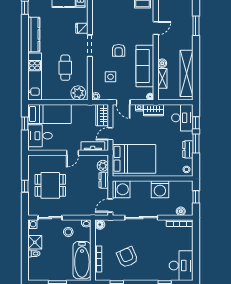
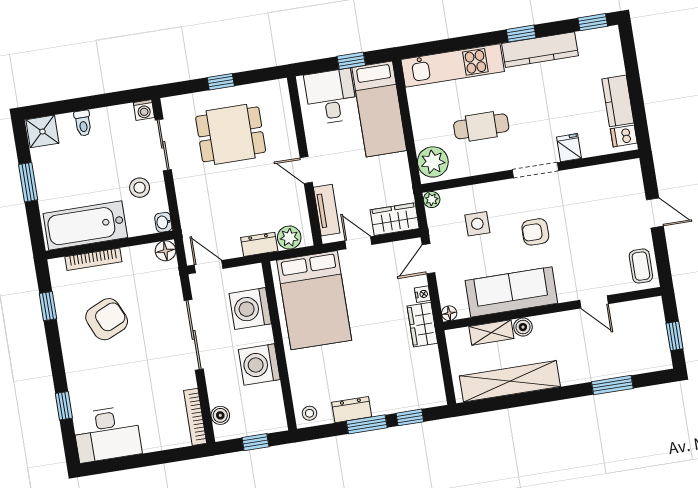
window: (25, 42) -> (521, 34), added
desk: (182, 118) -> (416, 387), removed
dining table: (50, 185) -> (231, 134), turned 90
washing machine: (121, 189) -> (250, 309), moved, turned 90
shower: (35, 242) -> (42, 131), moved

